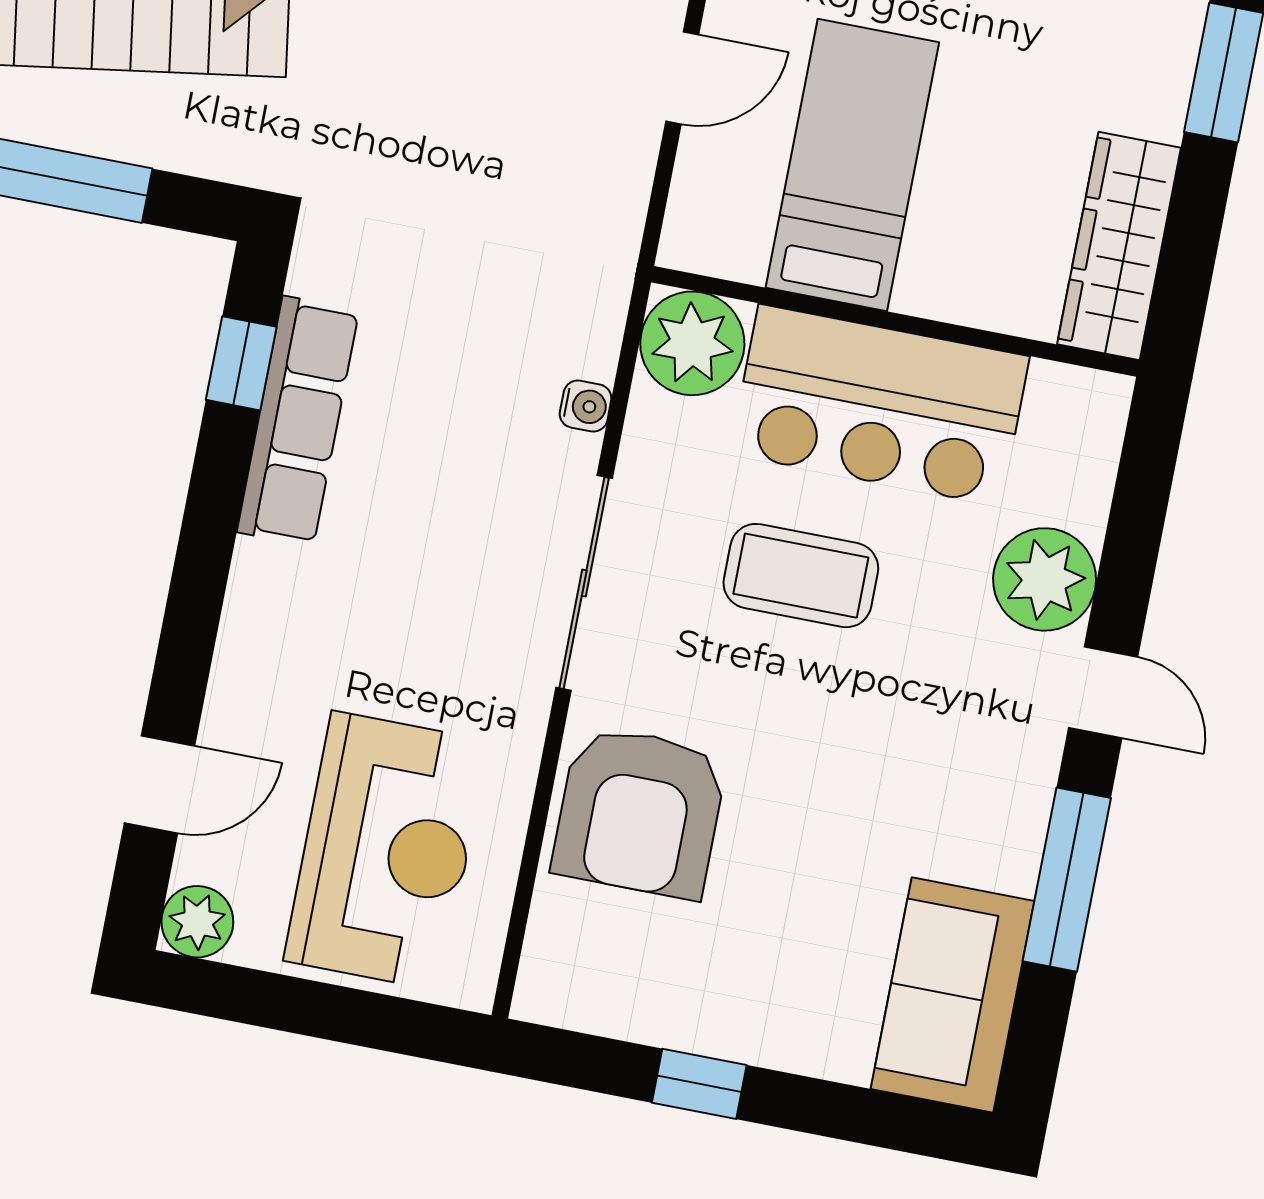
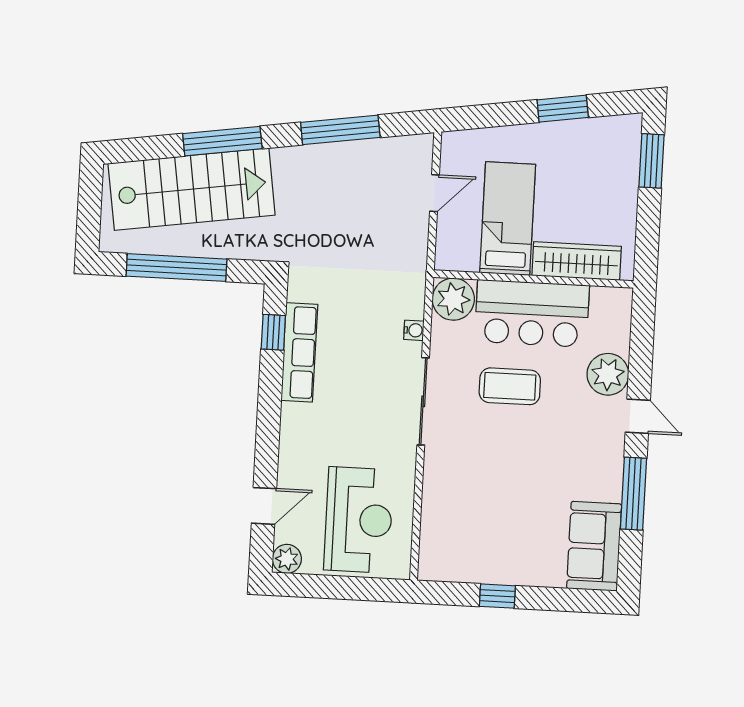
wardrobe: (1119, 246) -> (577, 261), moved, turned 90
armchair: (640, 812) -> (458, 490), removed

